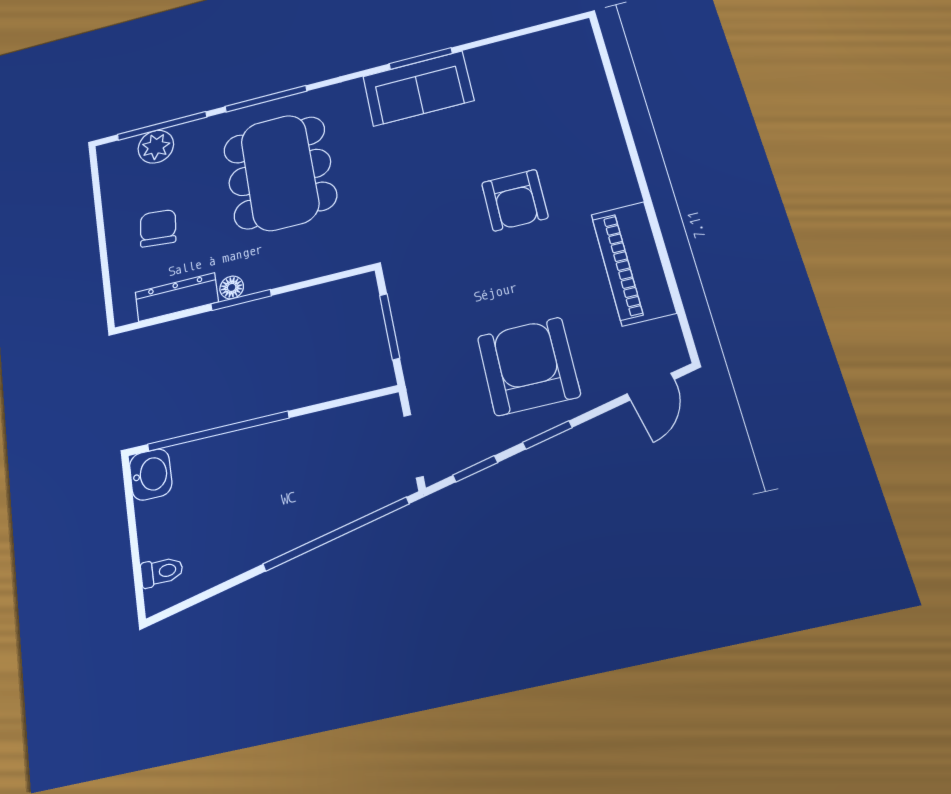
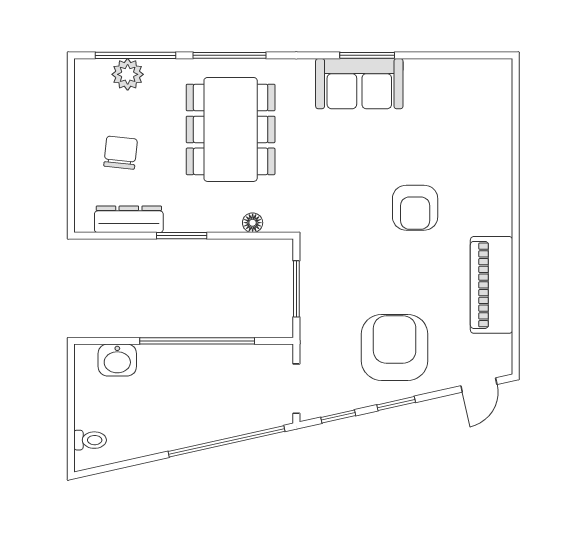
floor lamp: (232, 287) -> (253, 223), moved
window: (218, 431) -> (197, 341), moved
washbasin: (151, 475) -> (117, 360), moved, turned 90

